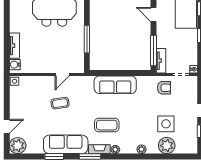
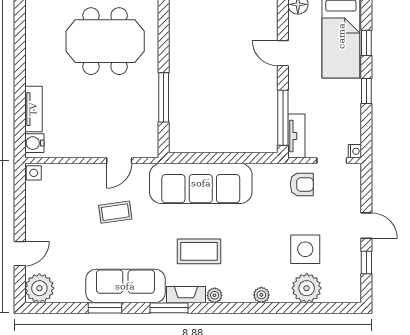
sofa: (115, 85) -> (201, 183), width x1.36, depth x1.27

